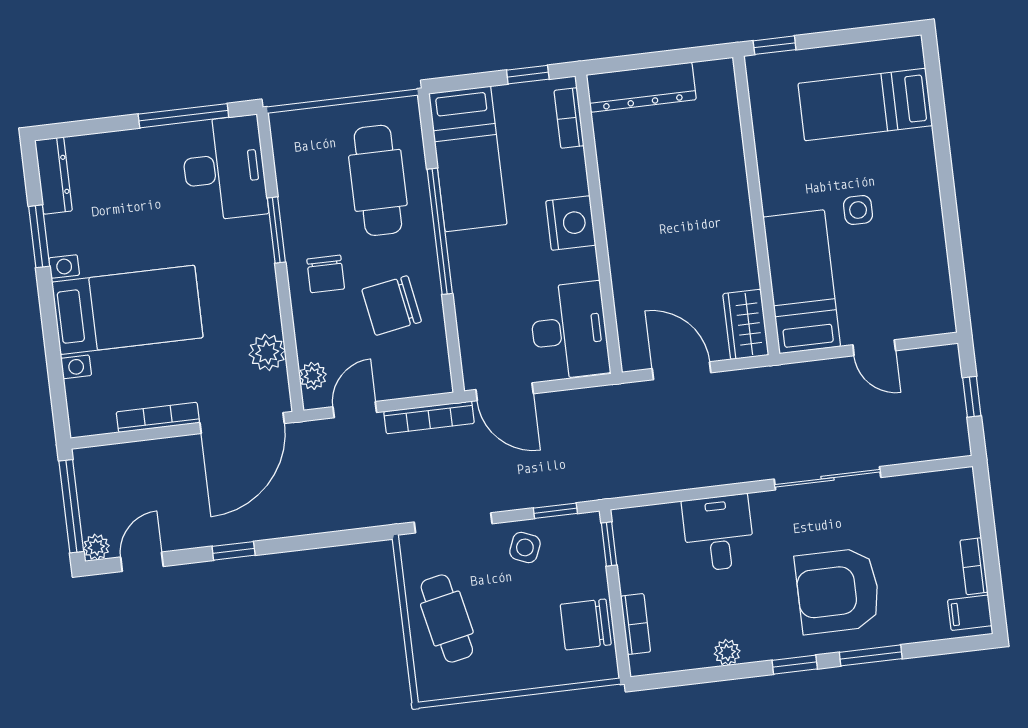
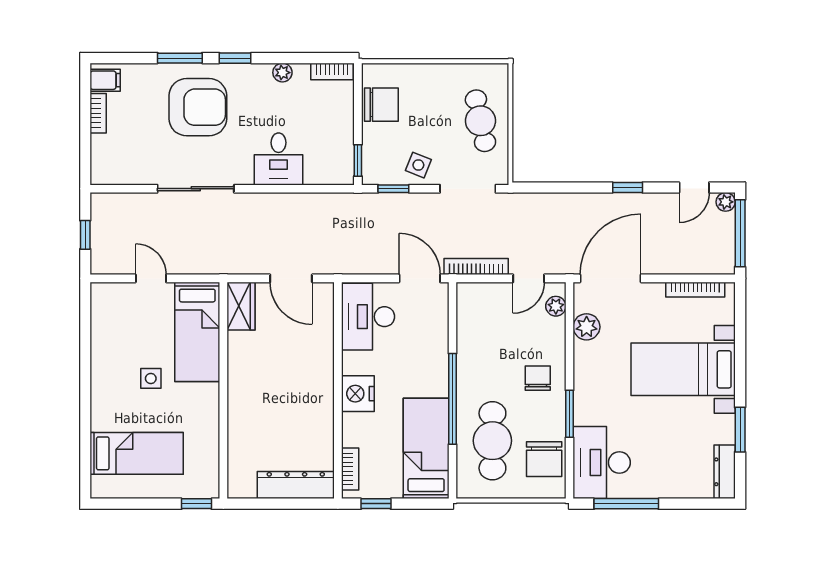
chair: (392, 305) -> (544, 459), moved, turned 100
bookcase: (158, 417) -> (695, 290), moved
bookcase: (636, 624) -> (332, 71), moved, turned -90

